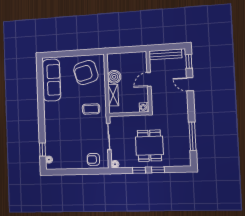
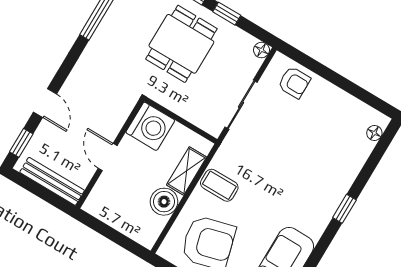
door: (149, 79) -> (108, 157), swing flipped
washing machine: (144, 107) -> (150, 126), width x1.89, depth x1.89
coffee table: (91, 109) -> (219, 185), moved
window: (43, 149) -> (344, 209), moved

